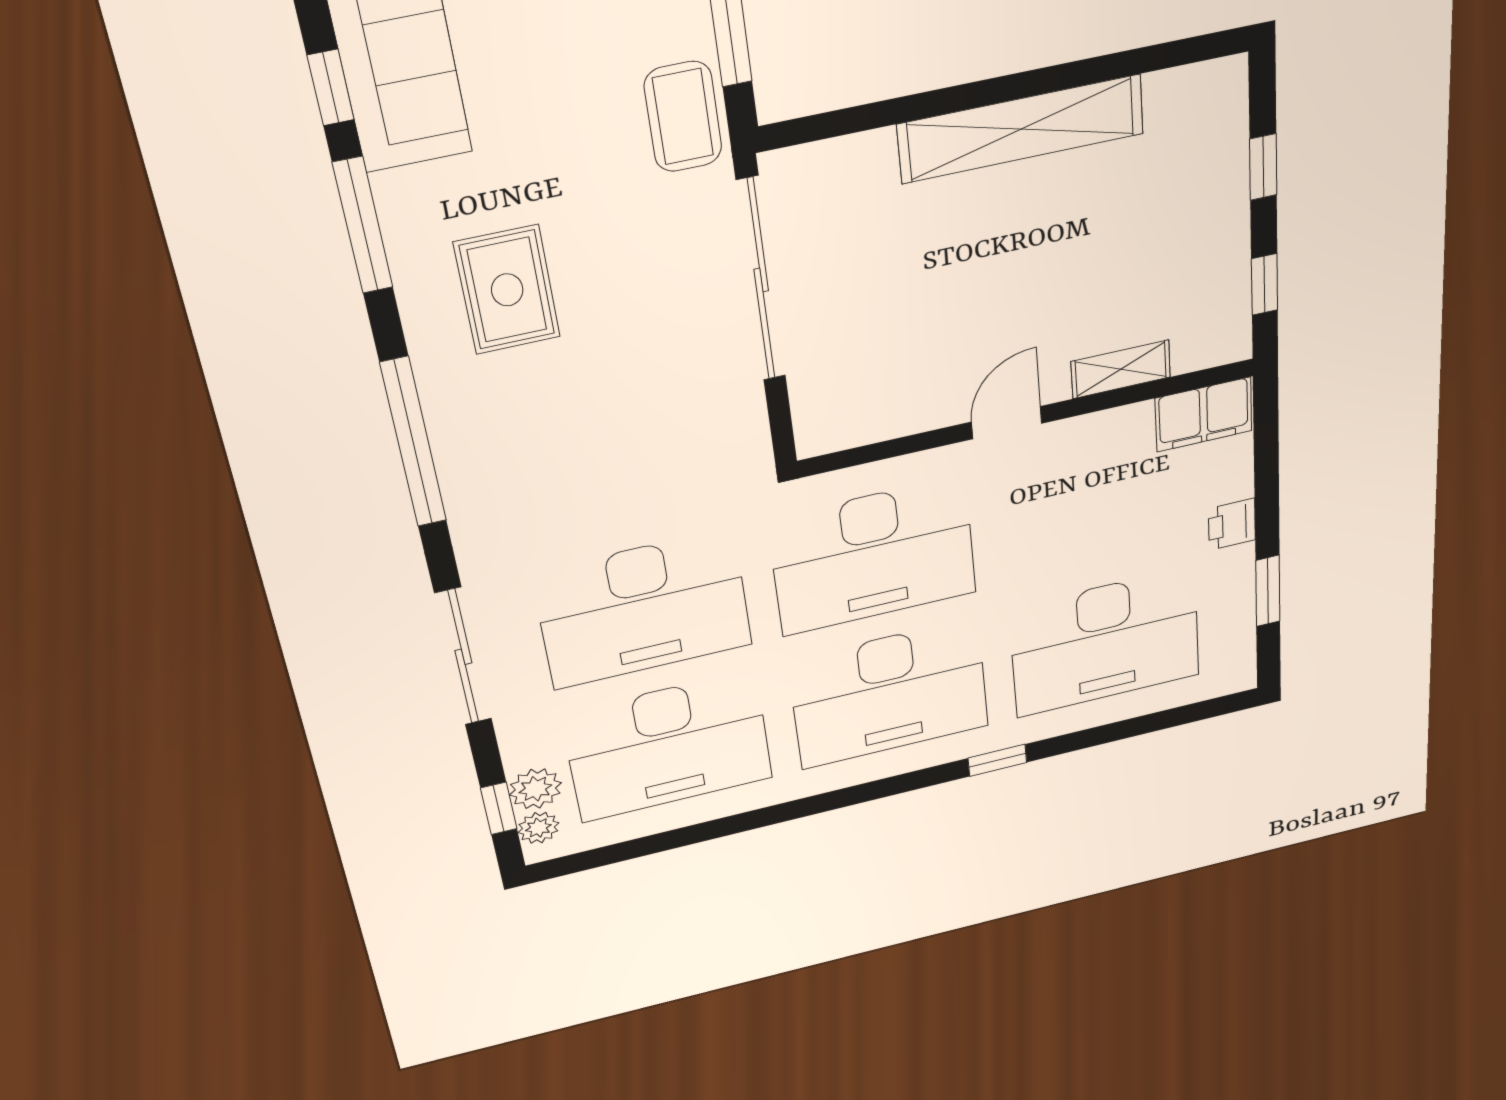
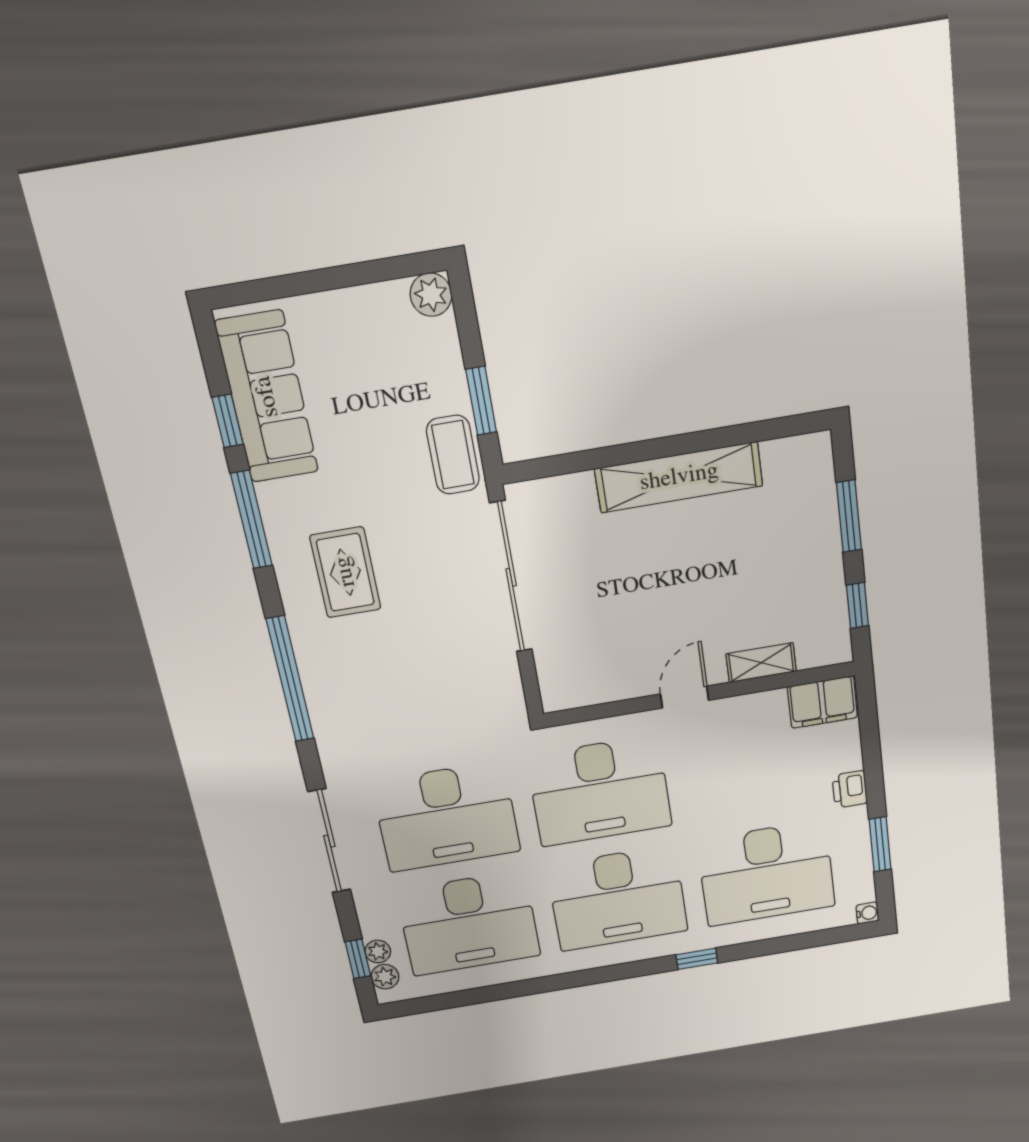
window: (1263, 167) -> (849, 516), width x1.50
water cooler: (1242, 680) -> (867, 913), added
plant: (535, 789) -> (378, 951), width x0.73, depth x0.73

